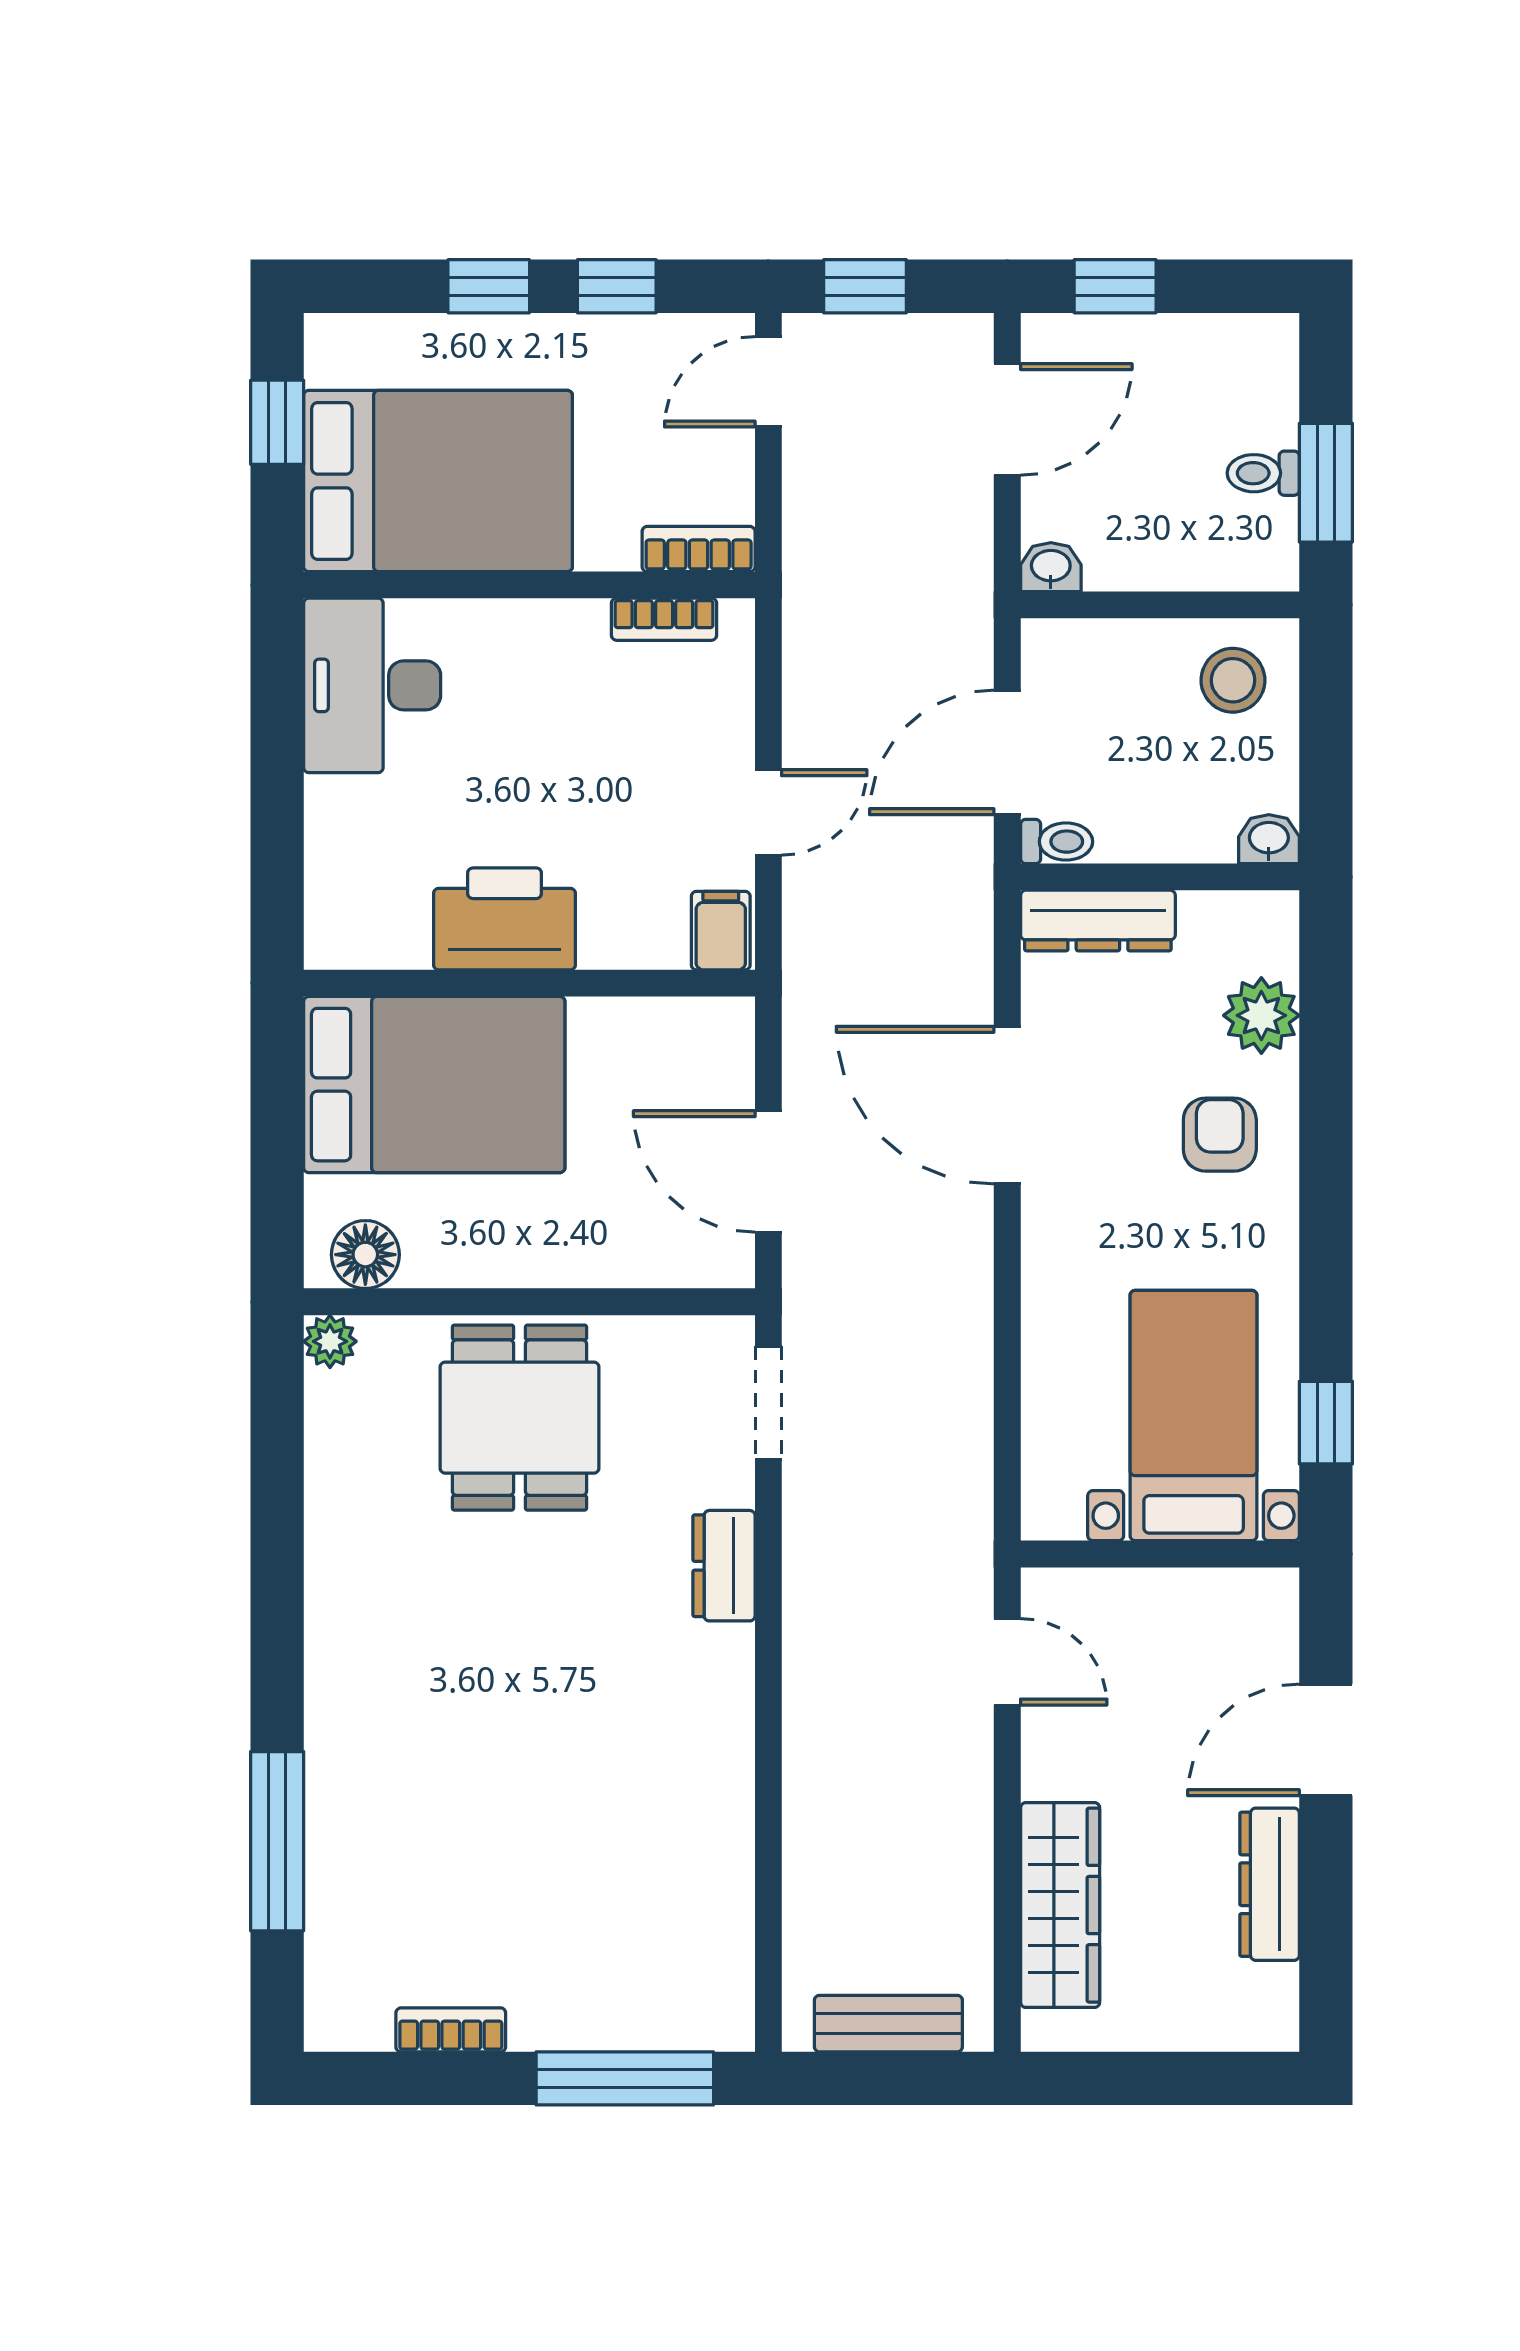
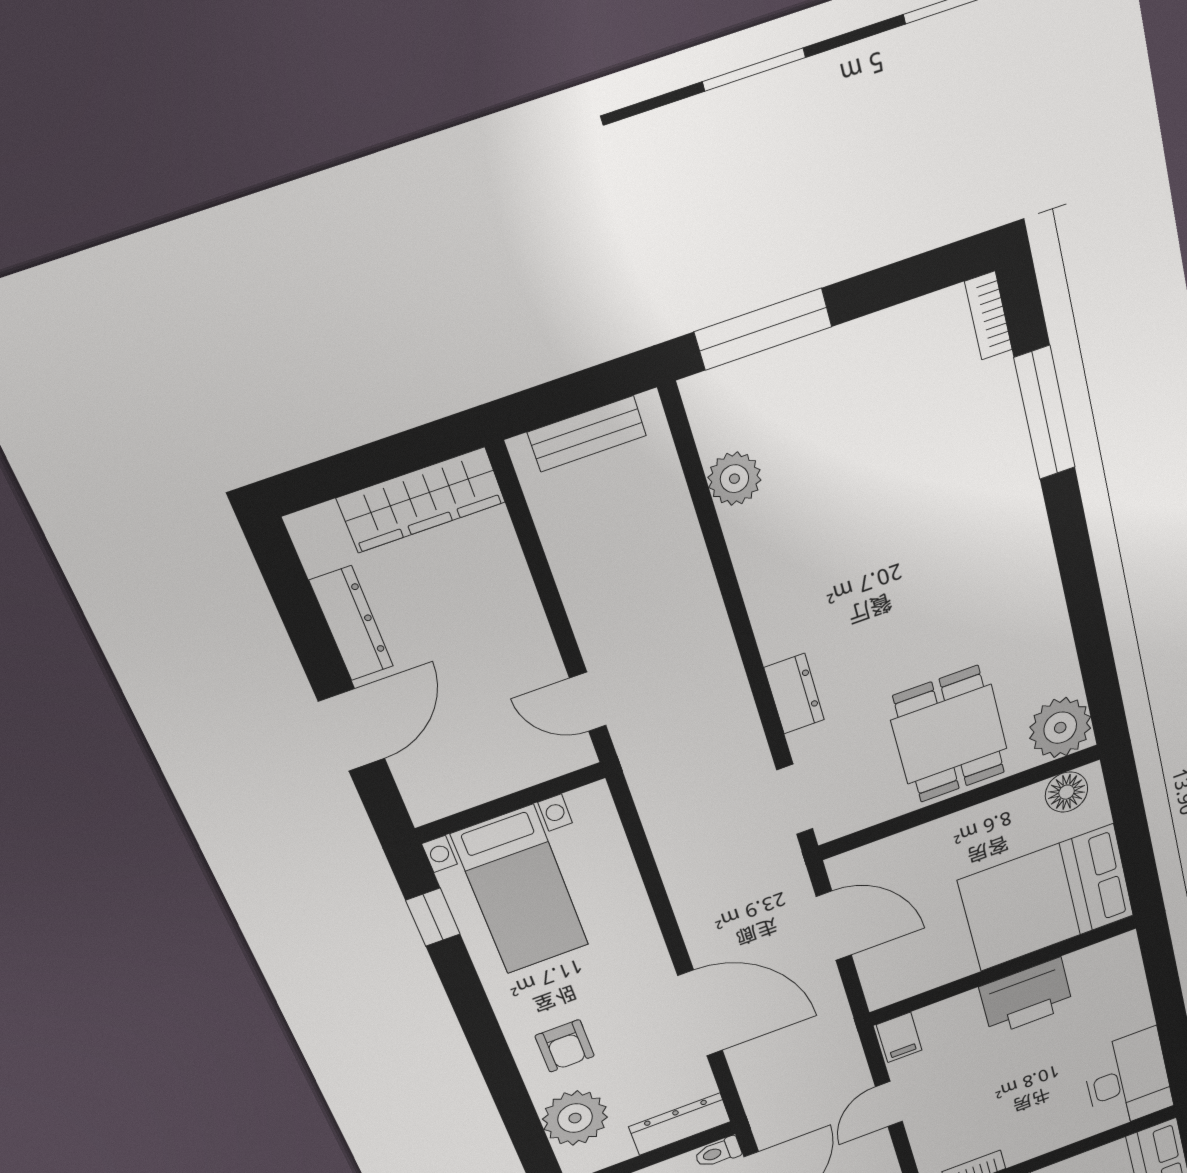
plant: (1261, 1015) -> (575, 1118), width x1.36, depth x1.36
plant: (330, 1341) -> (1060, 728), width x1.88, depth x1.88
plant: (718, 1899) -> (734, 479), added
wardrobe: (1060, 1905) -> (421, 500), moved, turned -90
bookcase: (451, 2030) -> (988, 316), moved, turned 90

